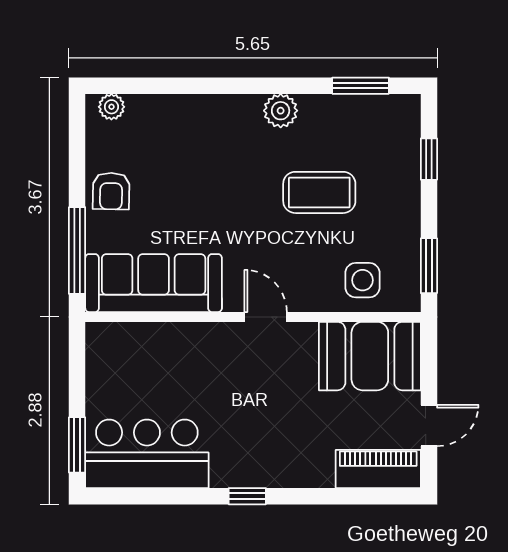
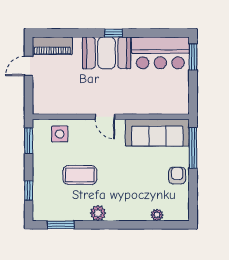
plant: (111, 107) -> (157, 215), moved
booth: (370, 356) -> (107, 53), moved

